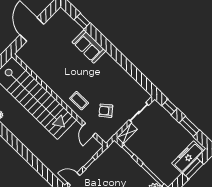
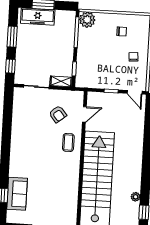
sofa: (89, 46) -> (17, 194), moved

